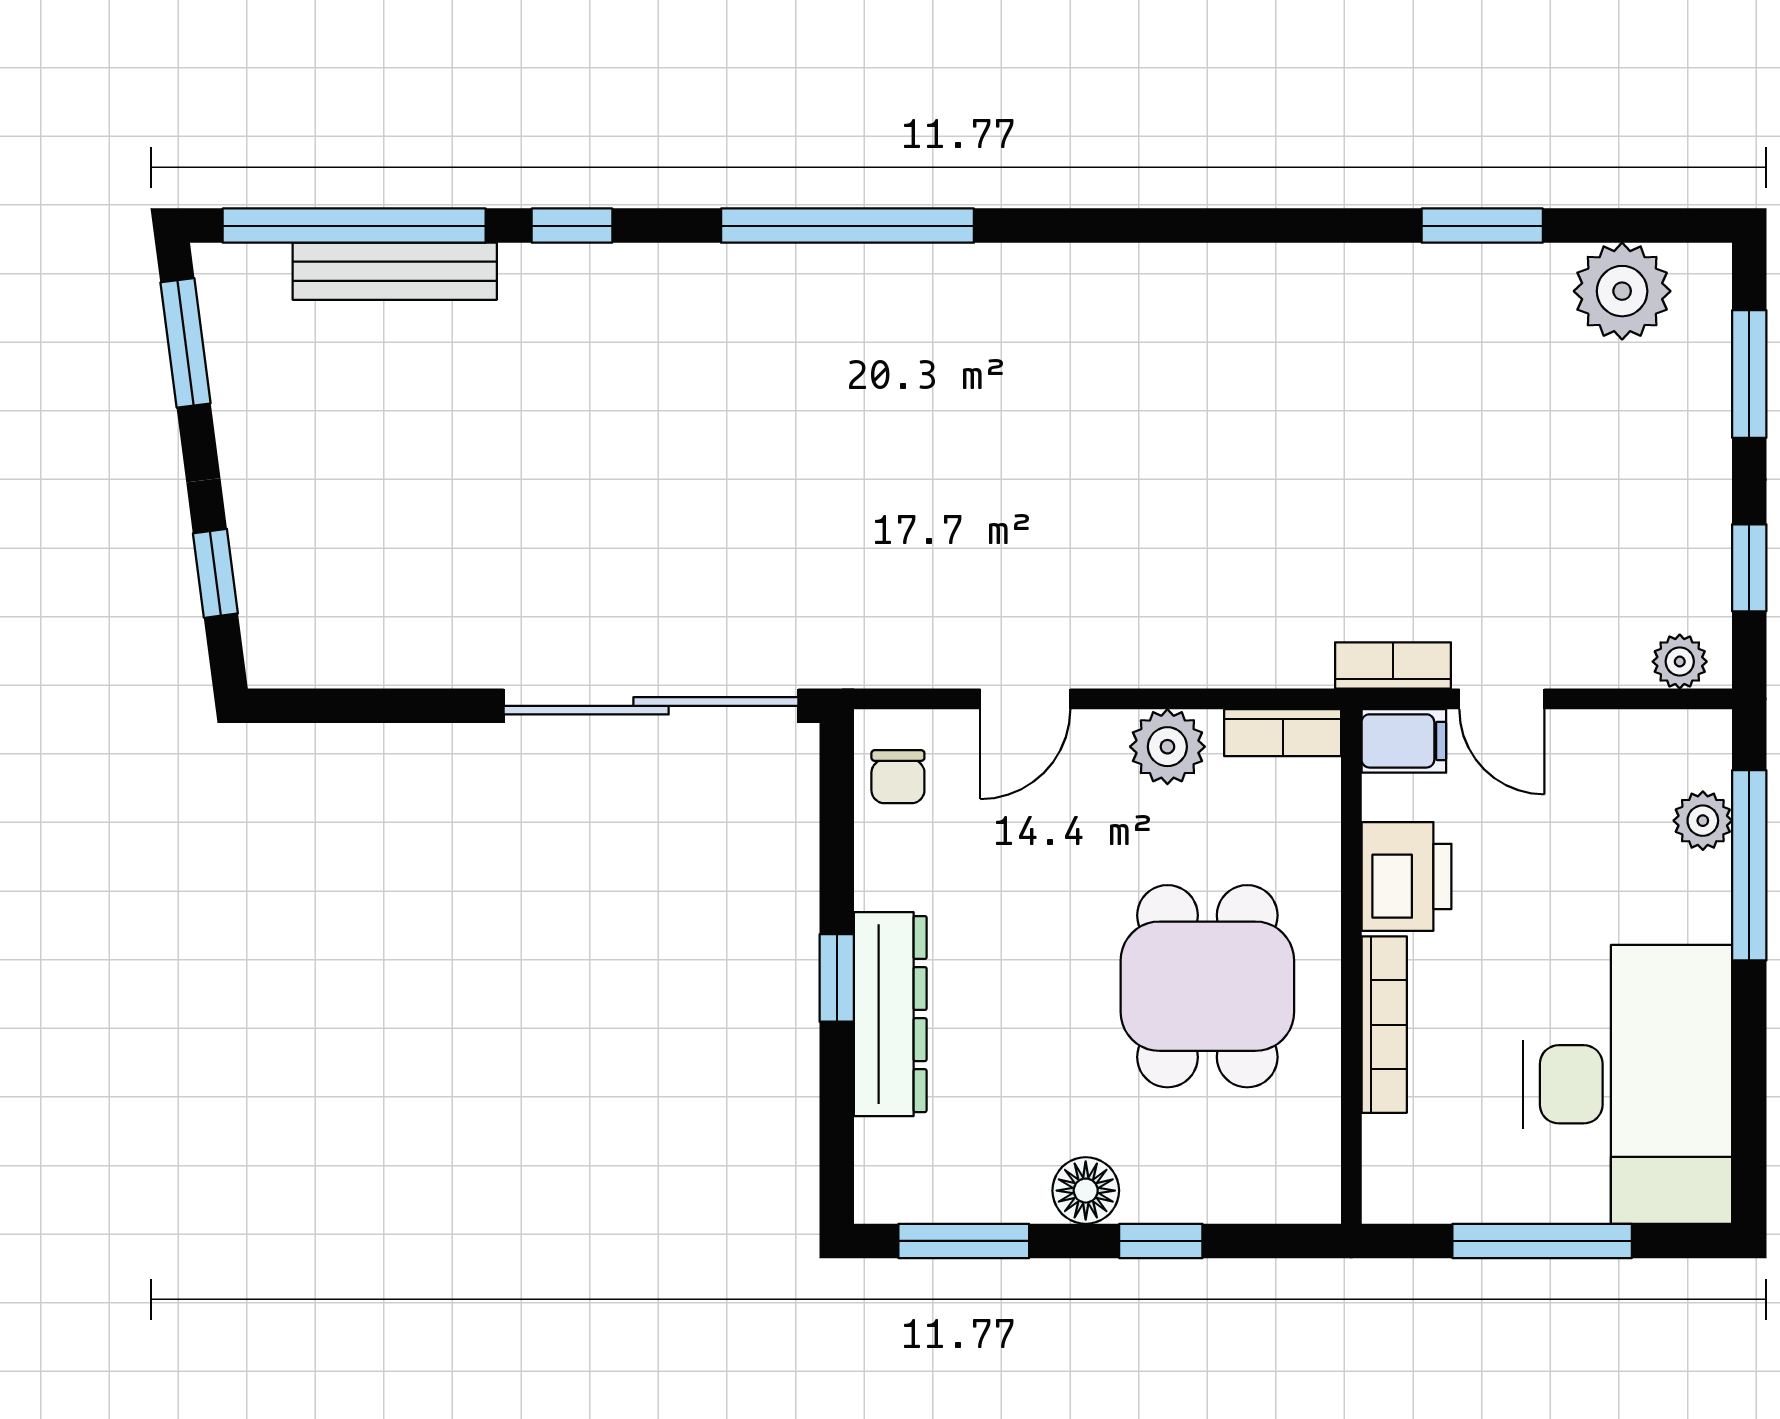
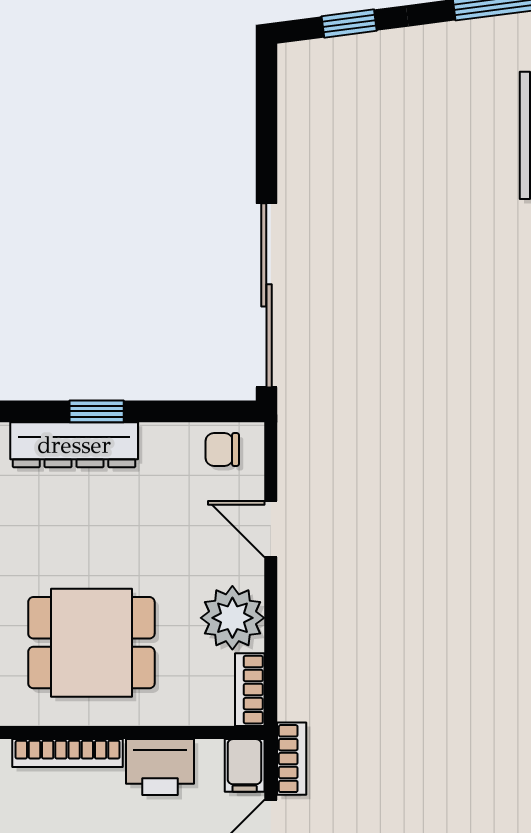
plant: (1167, 747) -> (232, 618), width x1.36, depth x1.36

